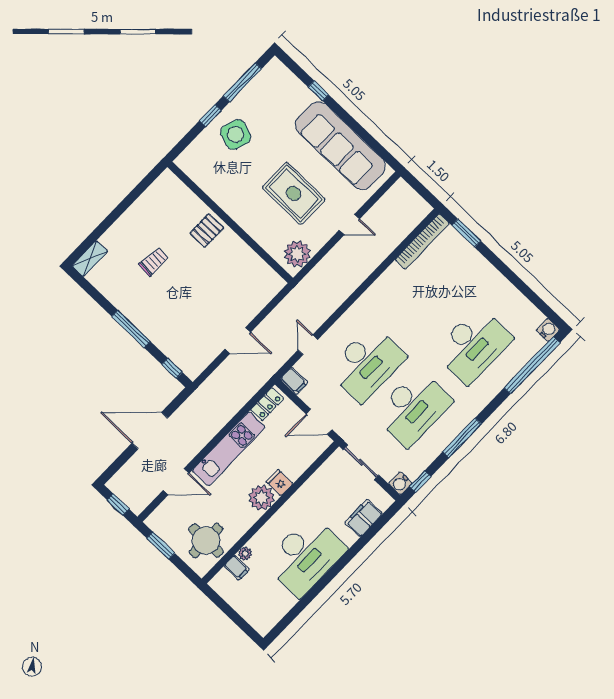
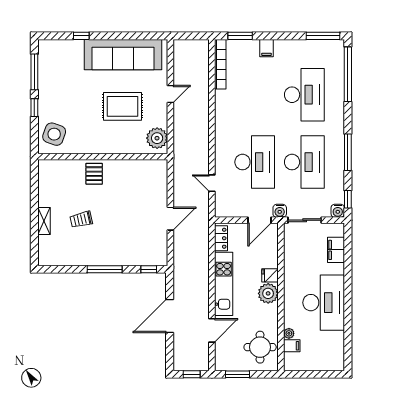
side table: (236, 135) -> (54, 134), moved
shelving: (90, 259) -> (44, 221), moved
trolley: (154, 262) -> (81, 220), turned -107
window: (543, 307) -> (323, 36), added
water cooler: (548, 330) -> (280, 211), moved, turned 180
filing cabinet: (294, 381) -> (267, 48), moved, turned 90

